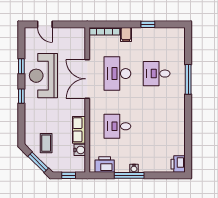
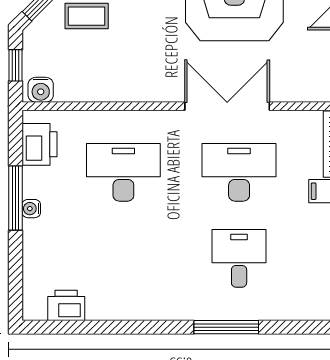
desk: (117, 126) -> (123, 172), width x1.37
row of seats: (79, 130) -> (116, 88), removed
water cooler: (80, 150) -> (41, 90), moved
printer: (178, 164) -> (66, 305), moved

